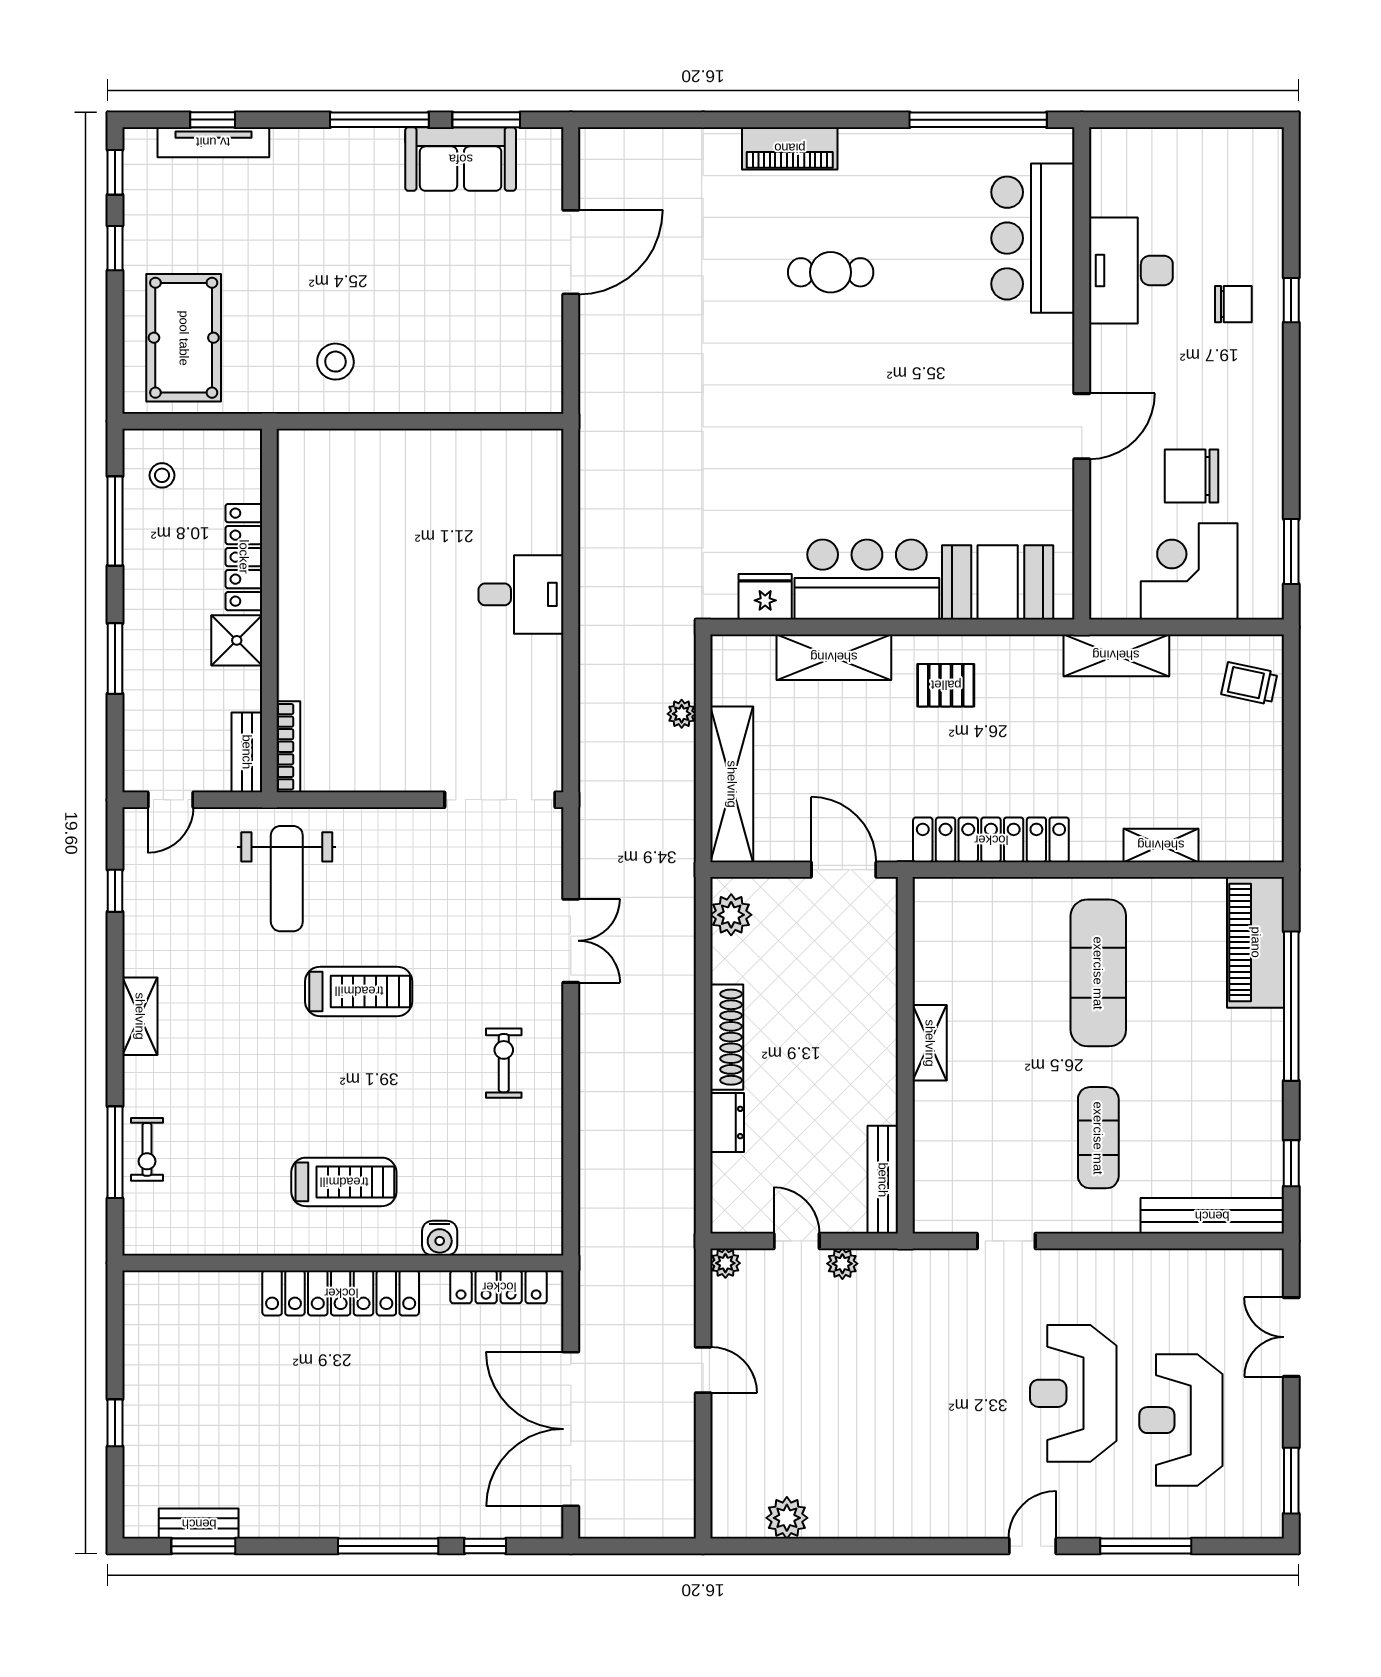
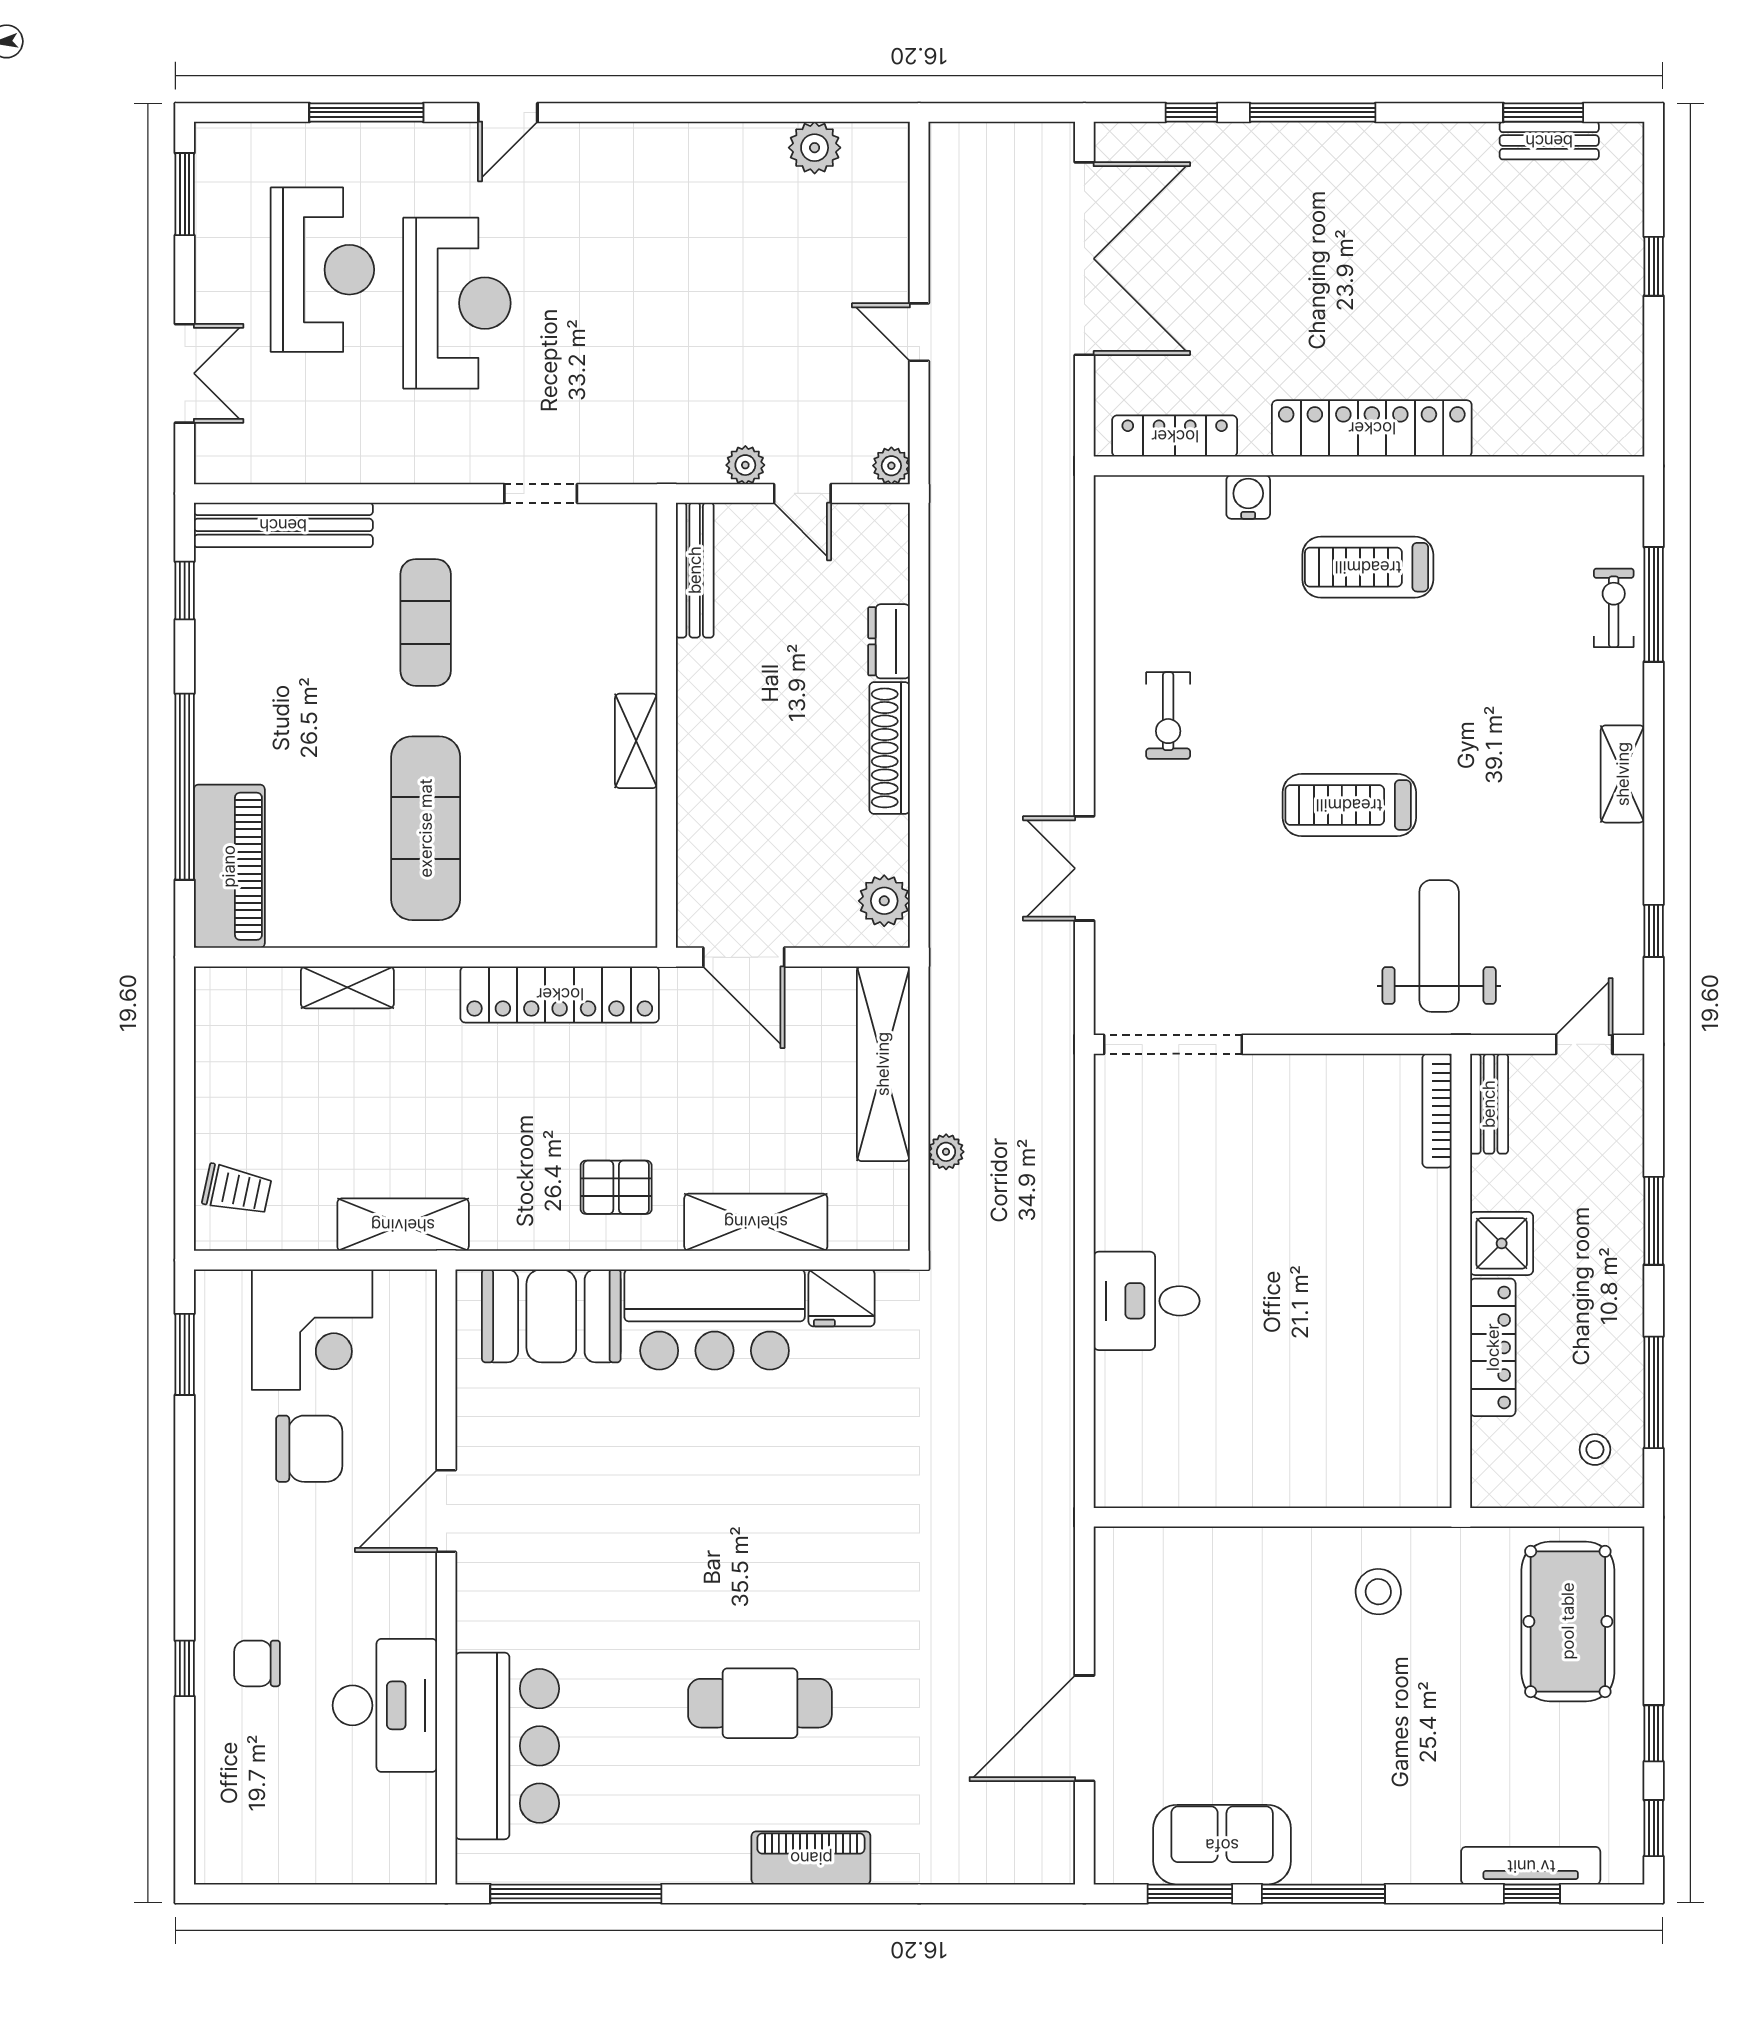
cafe table: (831, 272) -> (760, 1703), width x1.37, depth x1.35

